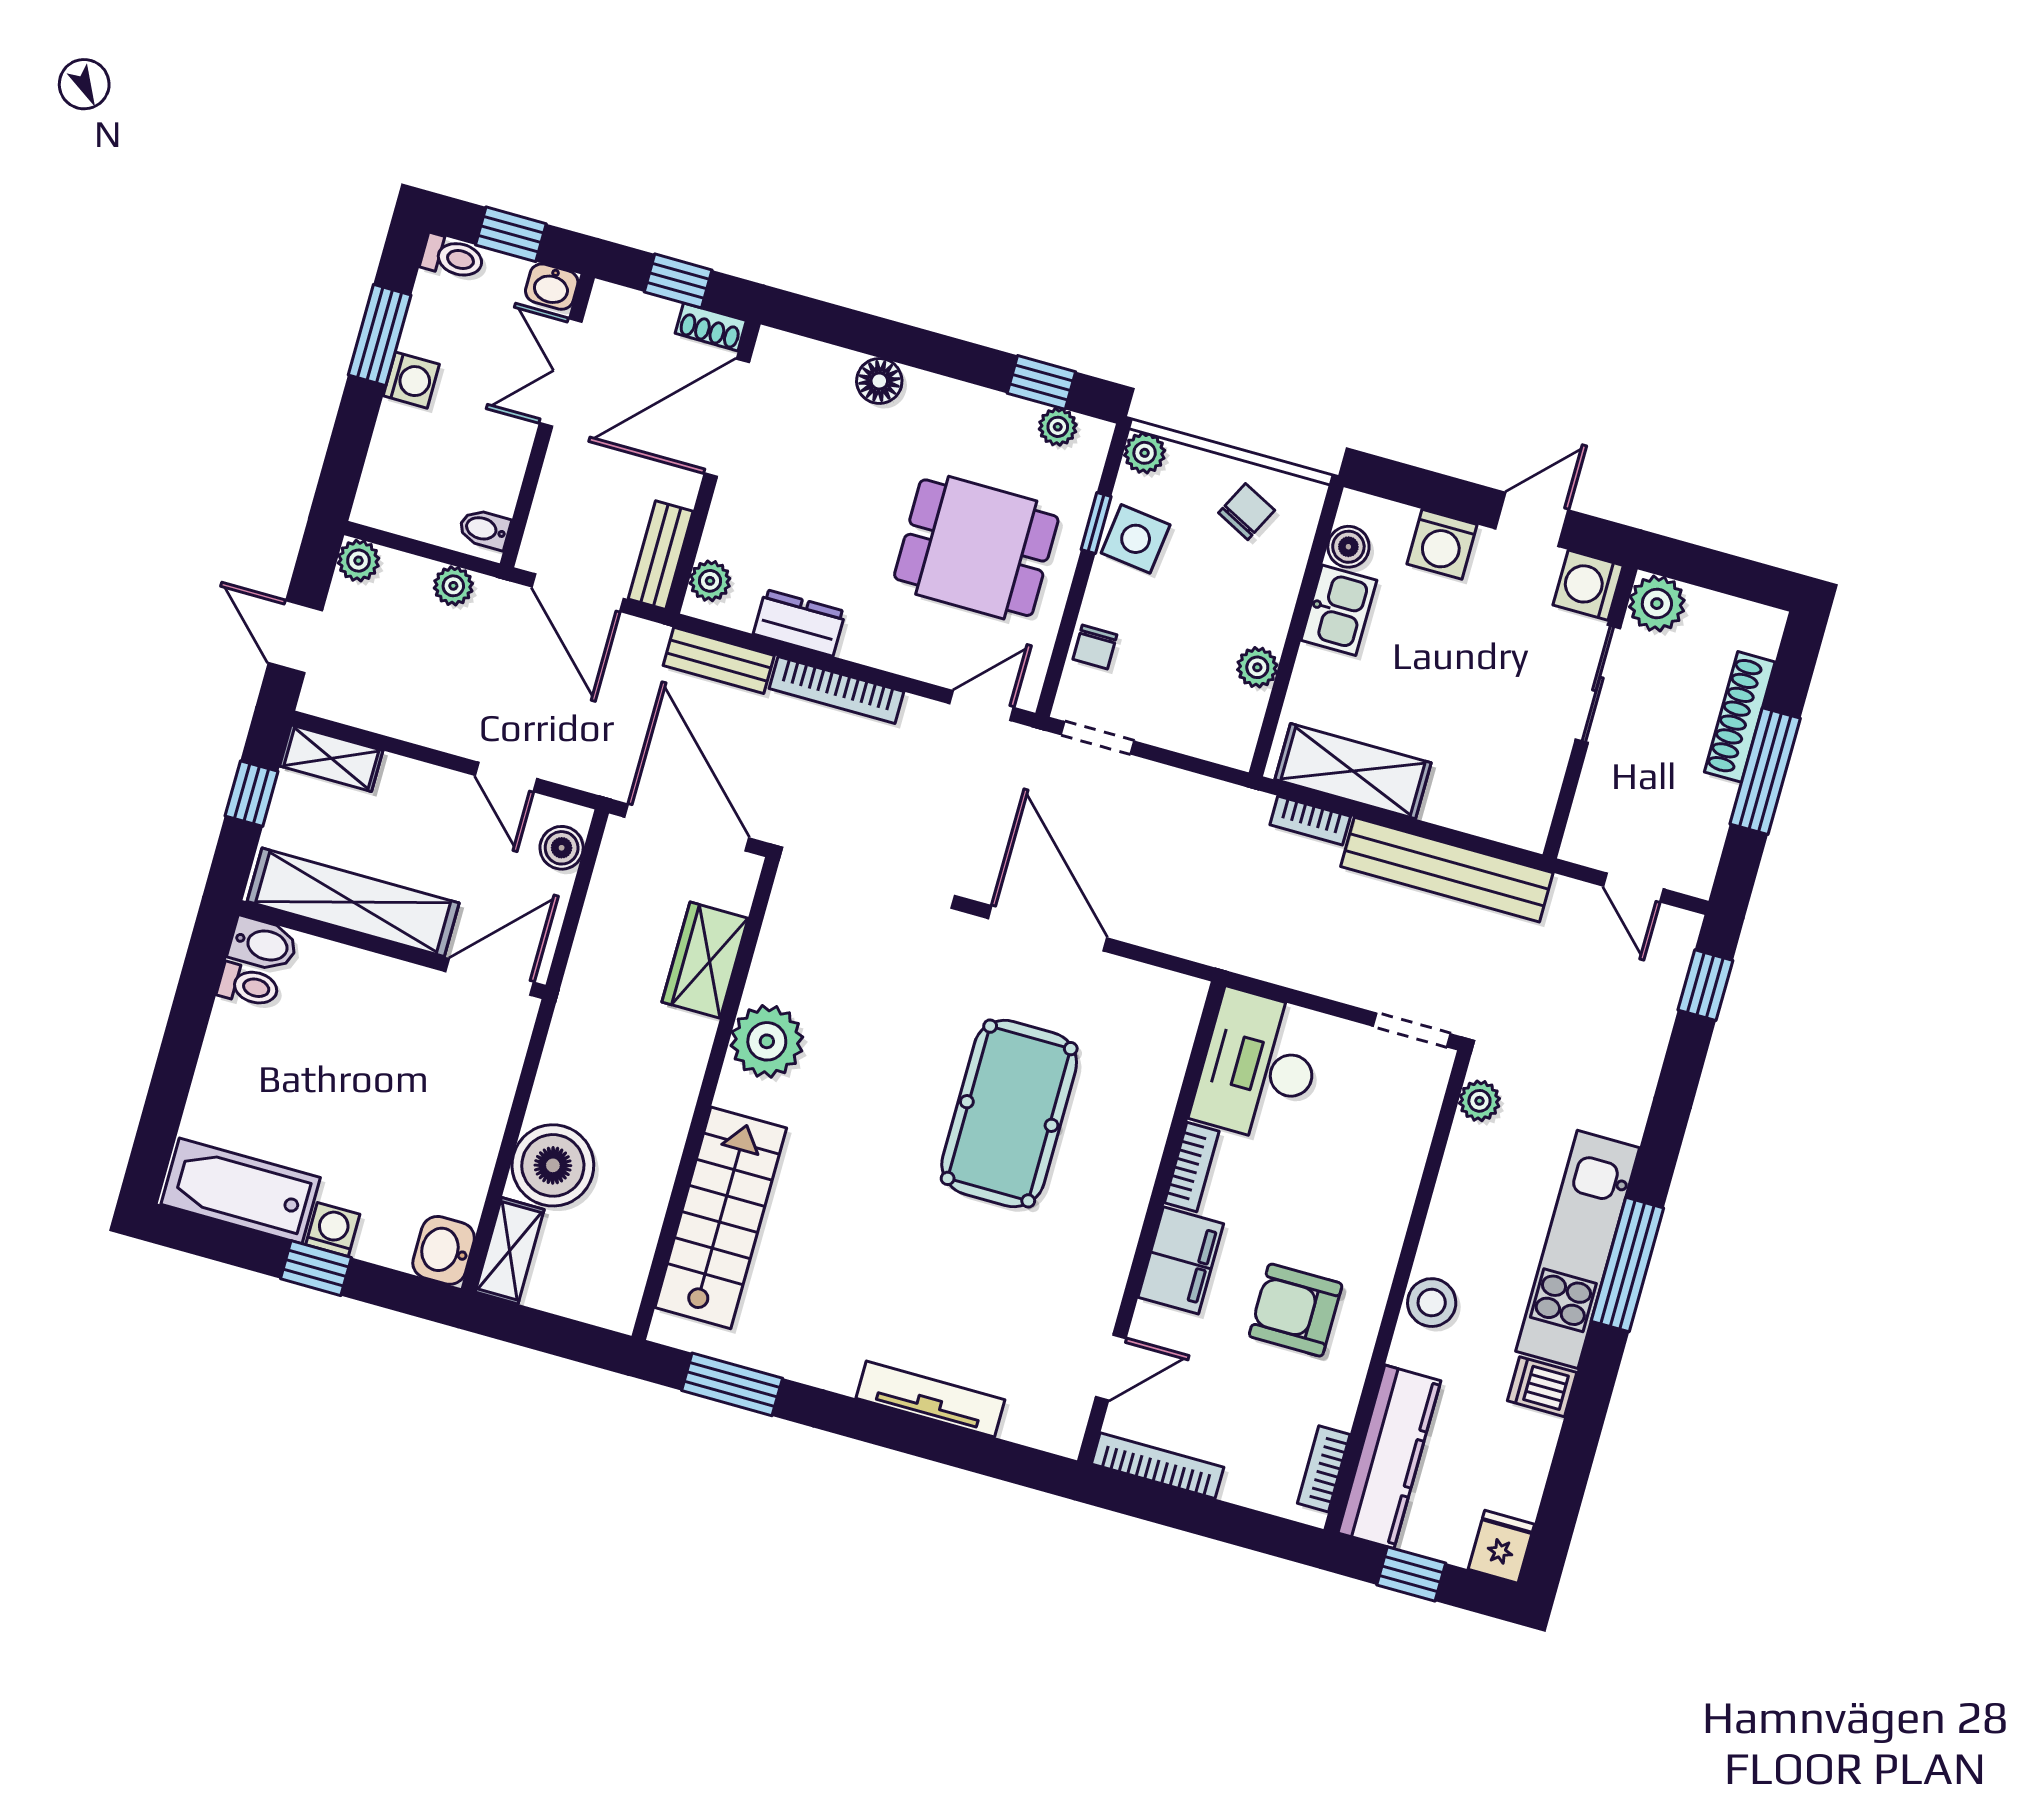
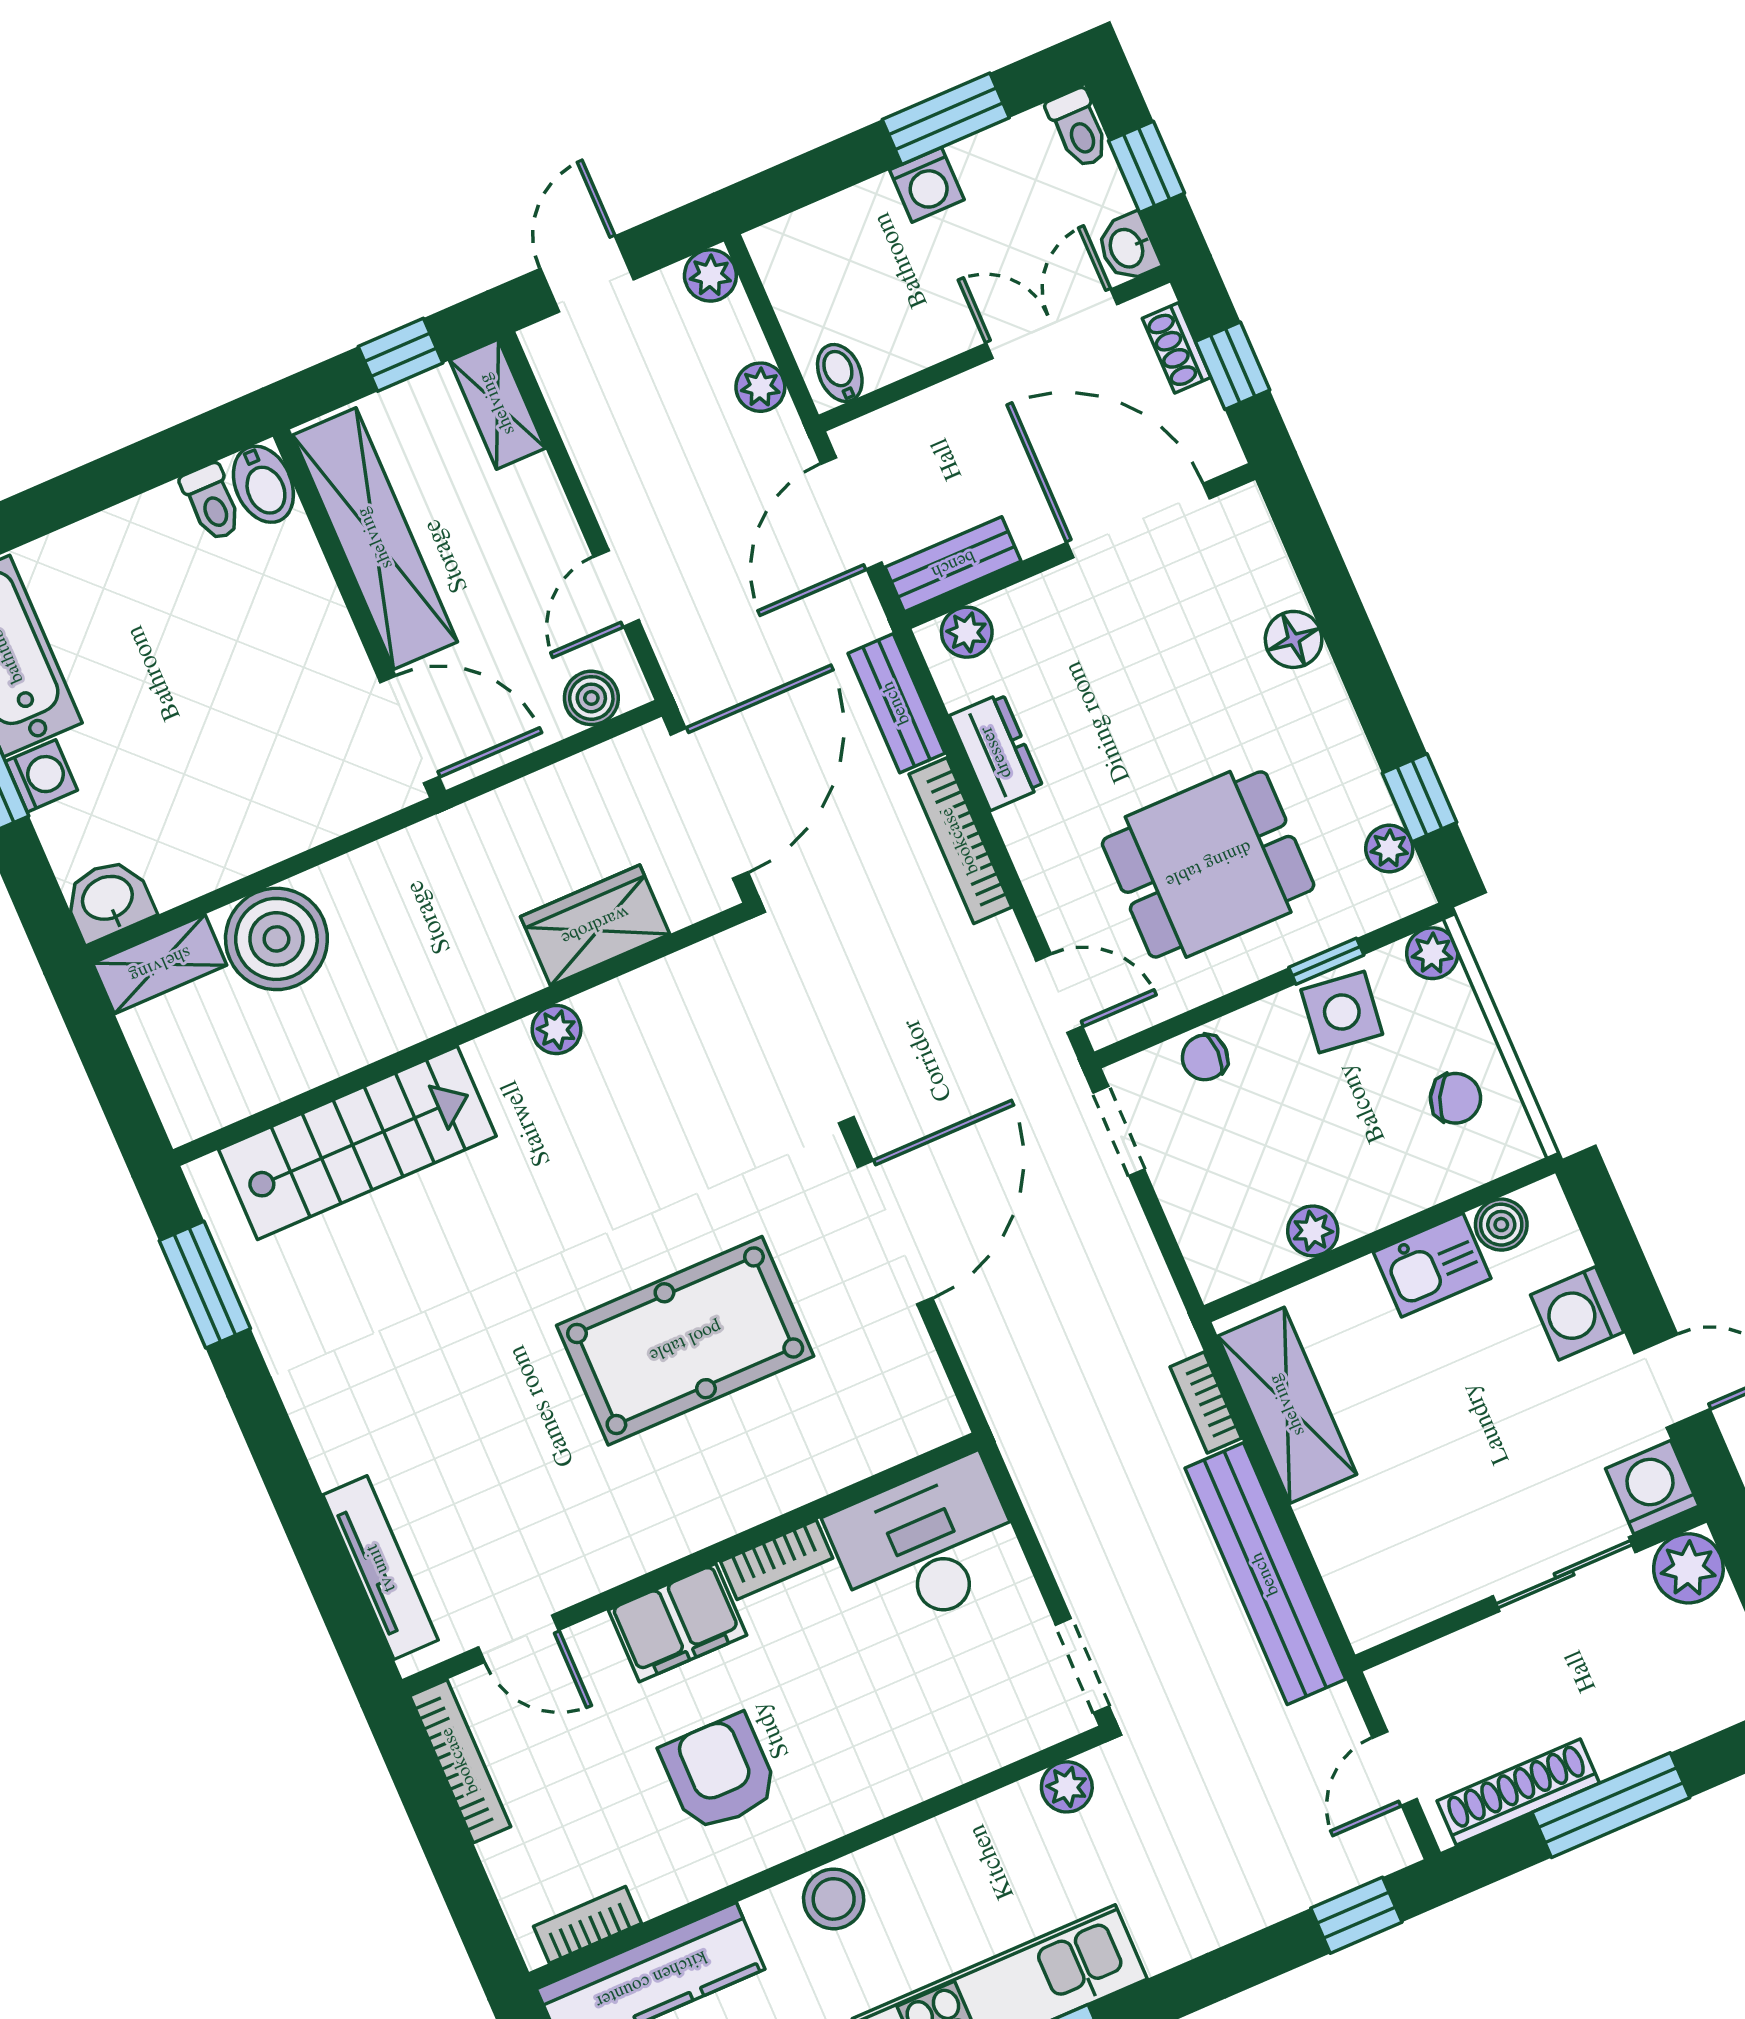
shoe rack: (711, 327) -> (1177, 348), moved
dining table: (976, 548) -> (1208, 864), turned 90
shoe rack: (1740, 717) -> (1518, 1792), moved
plant: (767, 1041) -> (556, 1030), width x0.53, depth x0.53
tv unit: (930, 1399) -> (381, 1568), moved

